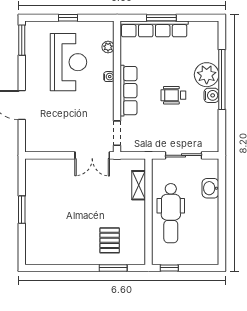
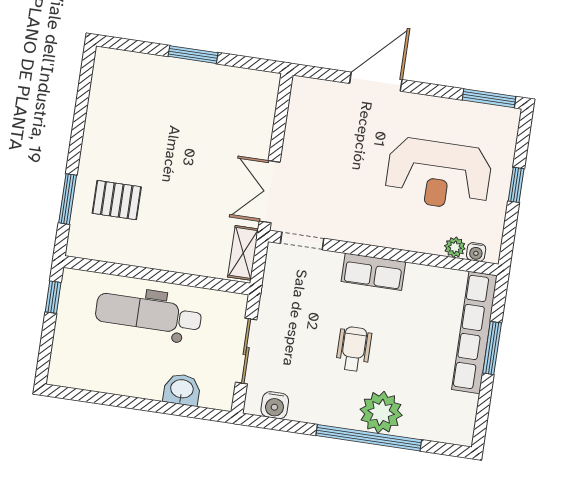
water cooler: (109, 77) -> (476, 252), moved
row of seats: (129, 91) -> (373, 272), width x0.68
water cooler: (211, 95) -> (275, 405), moved
shelving: (139, 185) -> (243, 253), moved, turned 90

